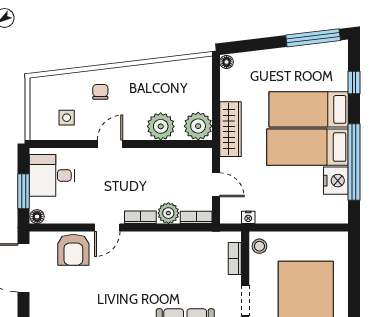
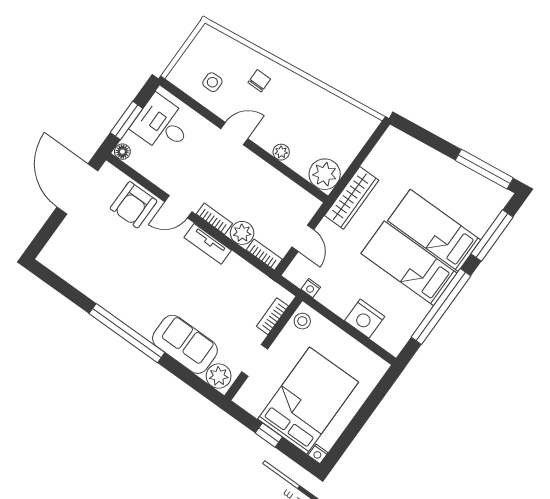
floor lamp: (227, 62) -> (391, 135), removed
window: (354, 82) -> (492, 235), width x2.17
plant: (161, 126) -> (281, 152), width x0.53, depth x0.53
nightstand: (336, 181) -> (365, 319), moved, turned 90
tv unit: (149, 239) -> (208, 244), added

